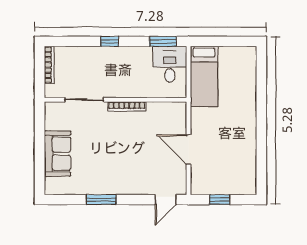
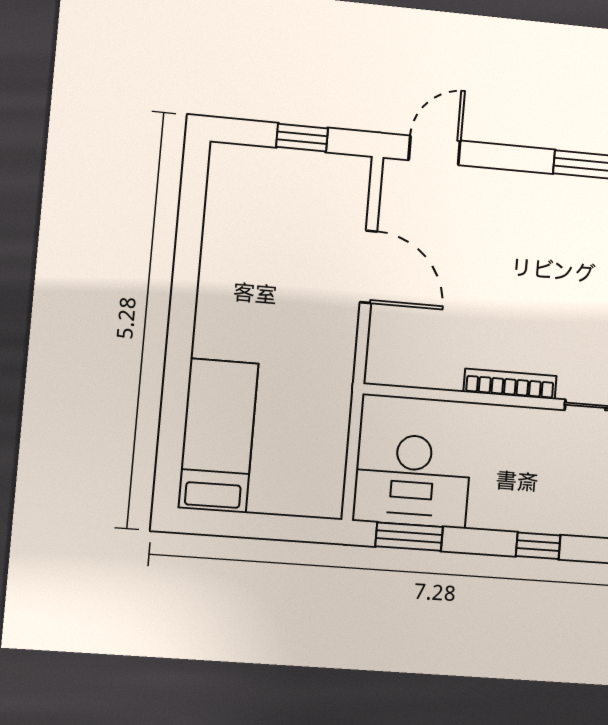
desk: (170, 64) -> (412, 480), width x1.37
bed: (204, 76) -> (218, 436), moved

